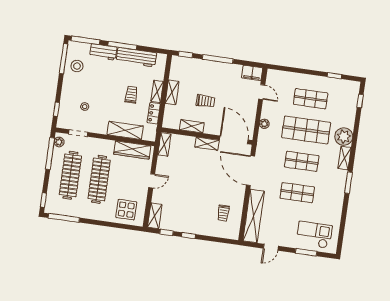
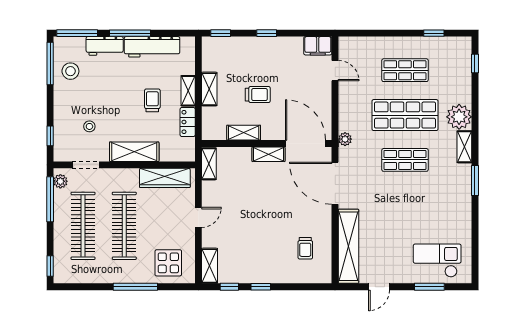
window: (218, 59) -> (267, 33), width x0.46
plant: (264, 124) -> (345, 139), moved
shelving: (125, 130) -> (134, 152), moved
shop shelf: (297, 193) -> (405, 205), removed
window: (64, 218) -> (135, 287), moved

